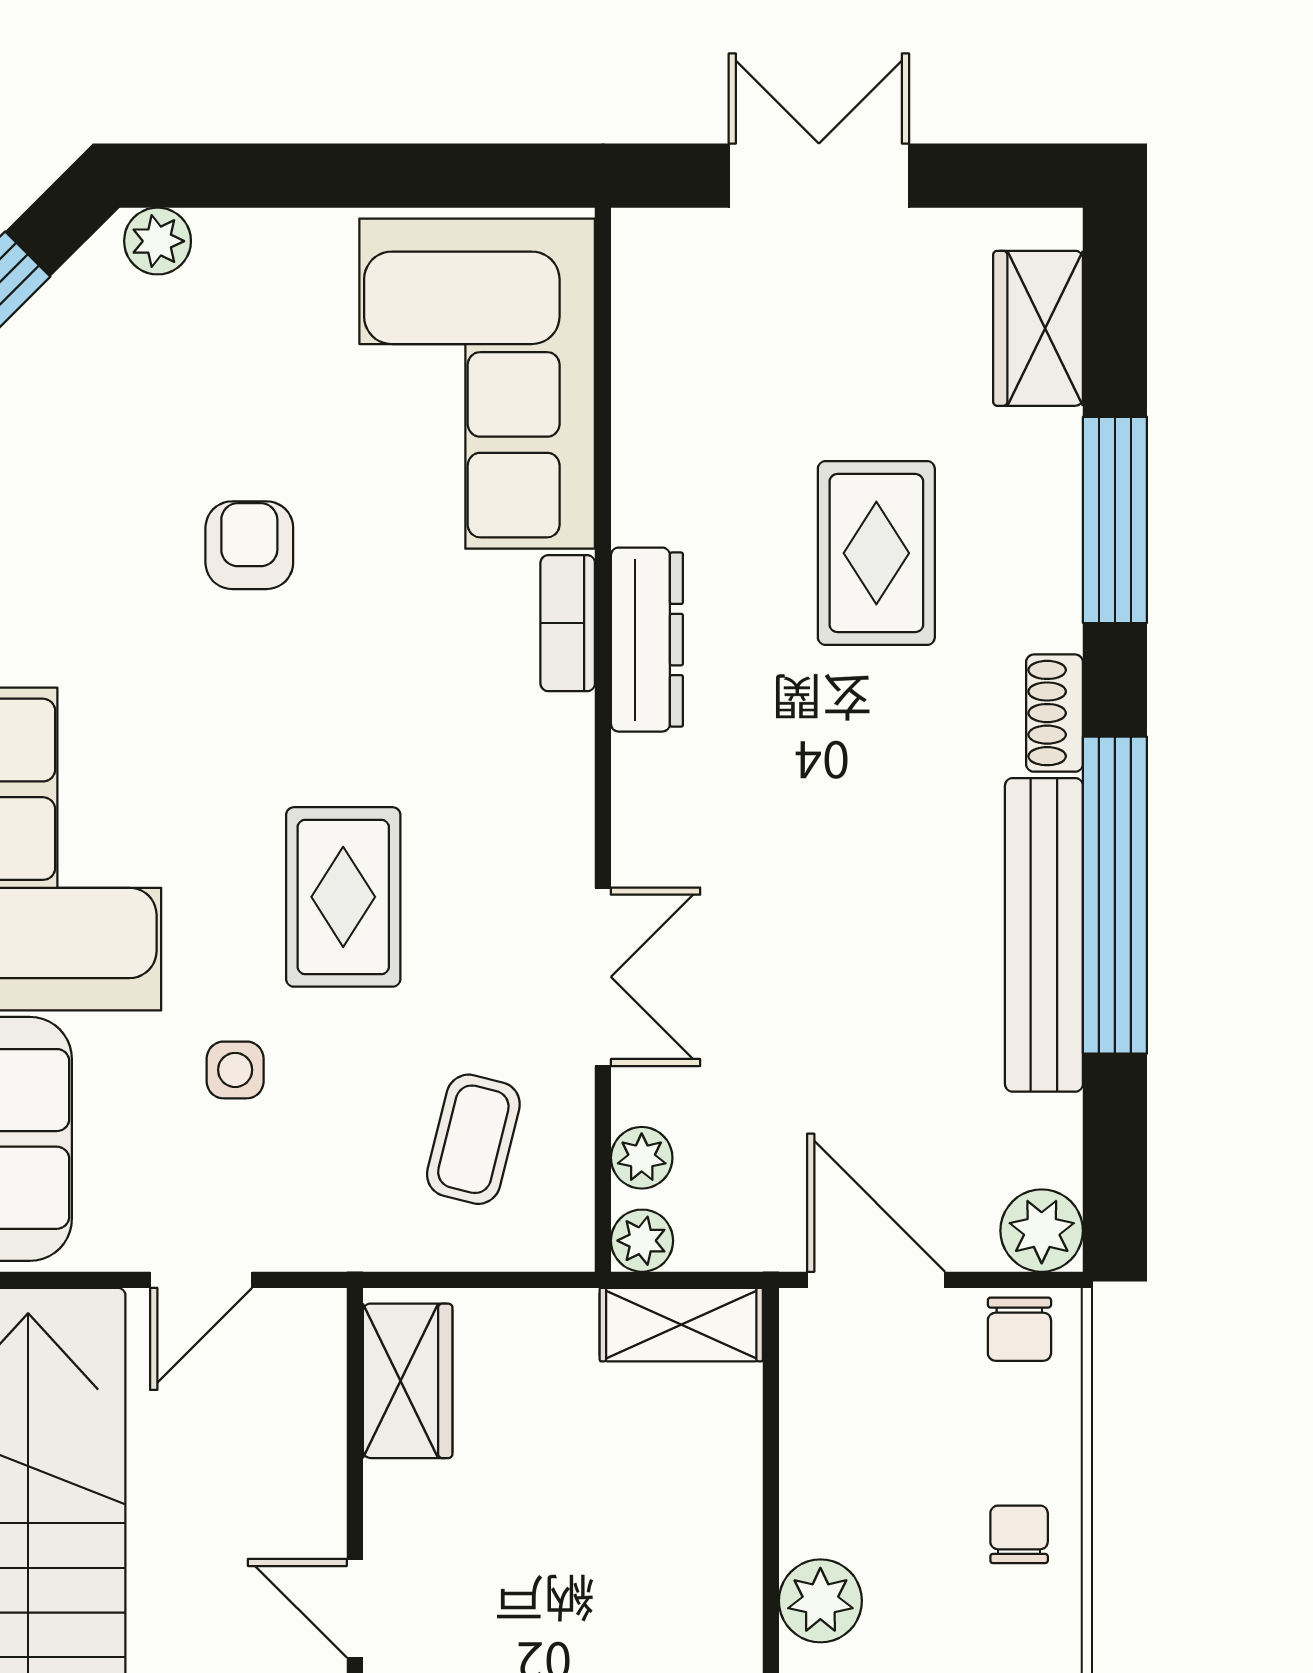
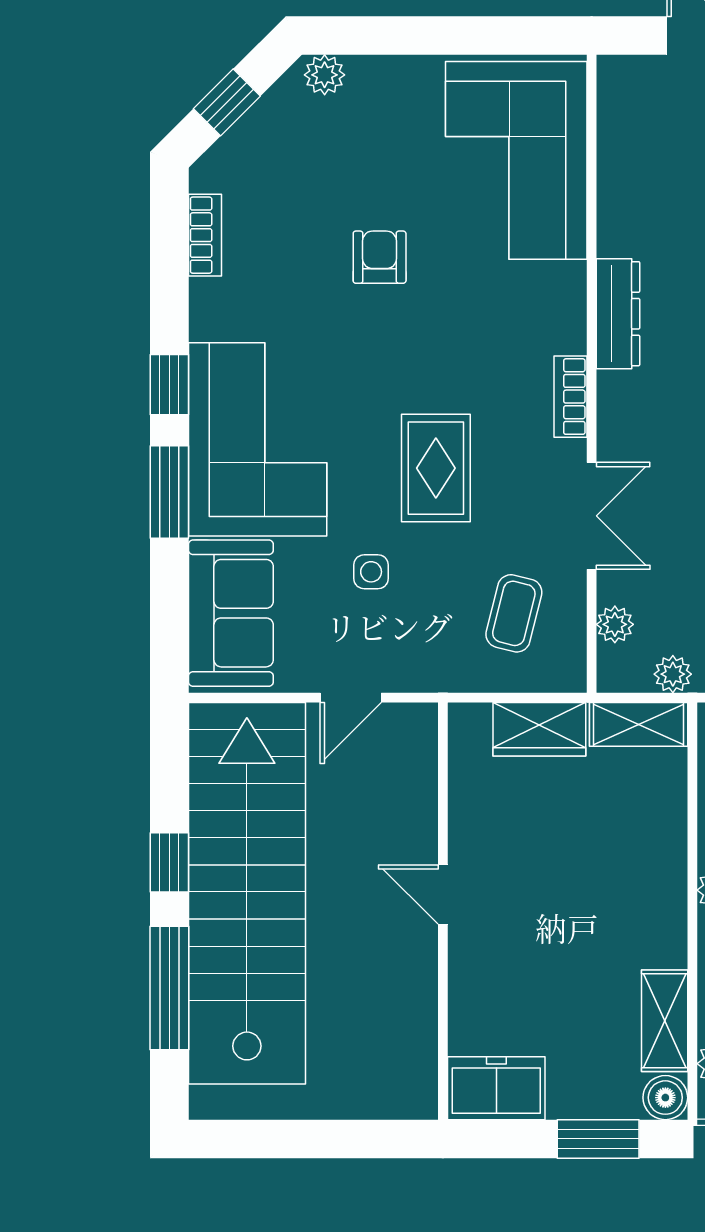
bookcase: (568, 623) -> (570, 397), moved
plant: (642, 1241) -> (673, 674), moved
wardrobe: (408, 1381) -> (539, 729), moved, turned 90

